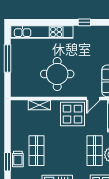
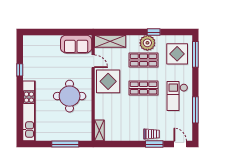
window: (8, 59) -> (65, 144), moved
shelving: (39, 105) -> (99, 130), moved
shop shelf: (36, 151) -> (143, 88), moved

